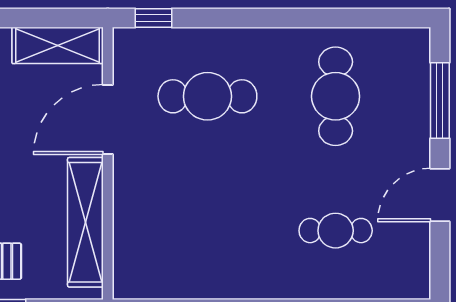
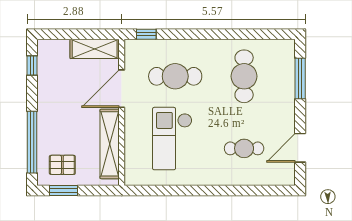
door: (440, 195) -> (300, 148), moved
checkout: (202, 212) -> (172, 139), added

